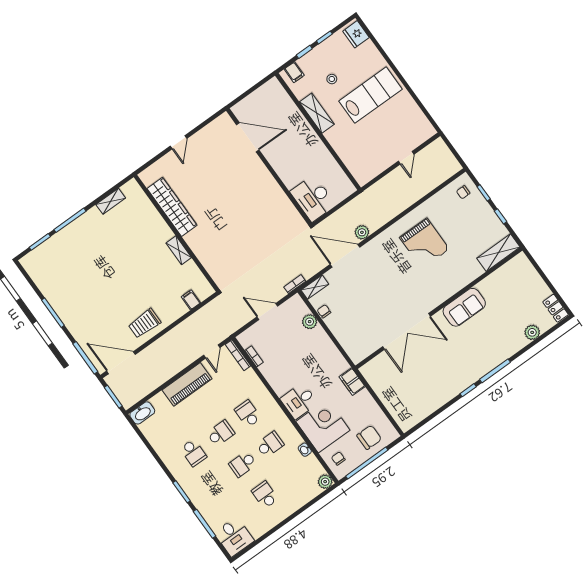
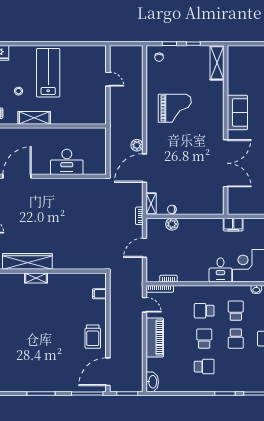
desk: (313, 198) -> (67, 162), moved
shelving: (179, 250) -> (36, 278), moved

